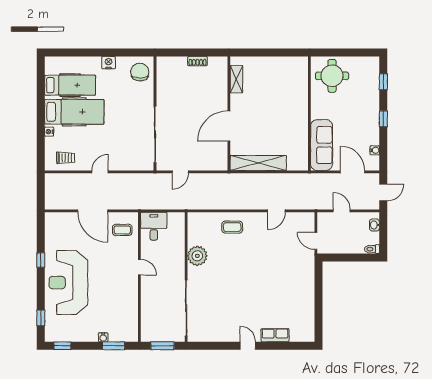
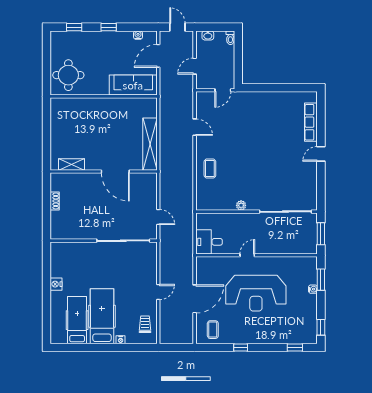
chair: (140, 72) -> (65, 255), removed
door: (100, 172) -> (158, 292), swing flipped
coffee table: (122, 230) -> (213, 330), moved
plant: (197, 256) -> (241, 205), width x0.53, depth x0.53
reception desk: (68, 283) -> (256, 293), moved
row of seats: (275, 335) -> (311, 122), width x1.48

